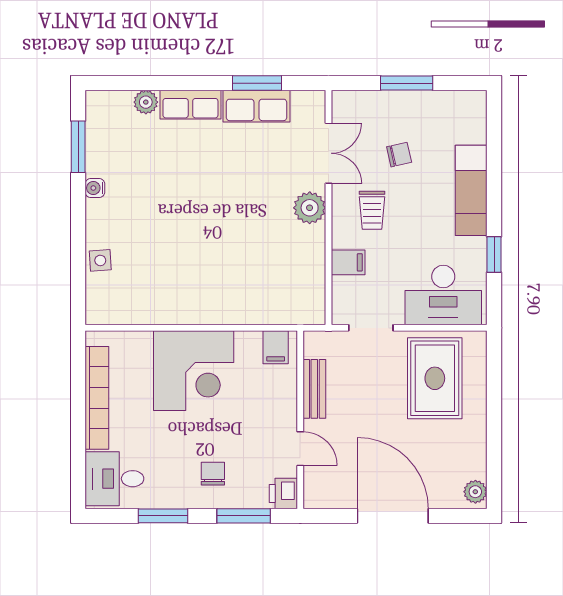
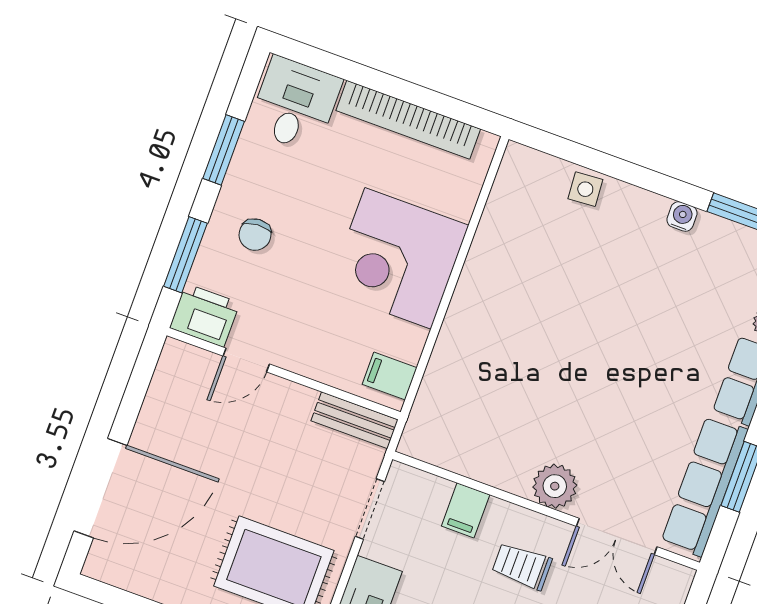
row of seats: (257, 106) -> (704, 486), width x1.48
bench: (314, 389) -> (355, 420), moved
chair: (213, 474) -> (255, 235), turned 86
plant: (475, 492) -> (107, 567), removed
printer: (283, 493) -> (205, 315), width x1.36, depth x1.24
door: (393, 516) -> (101, 488), moved

